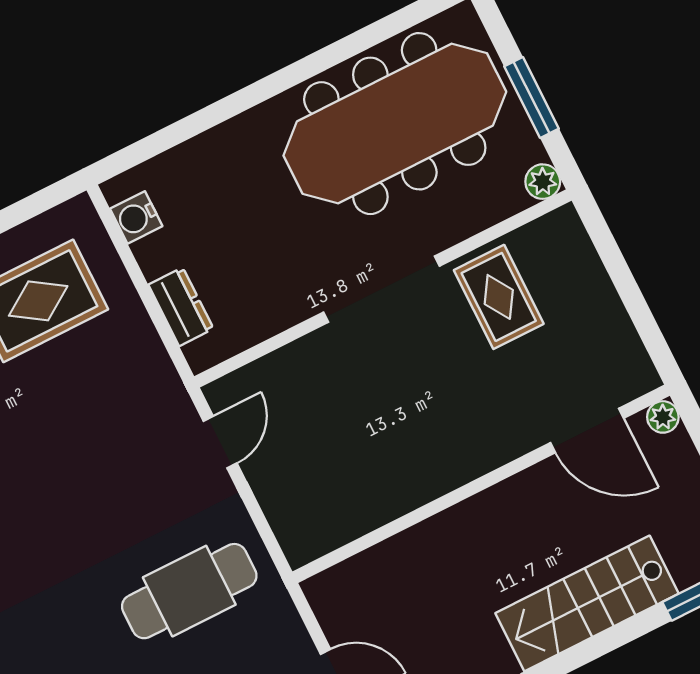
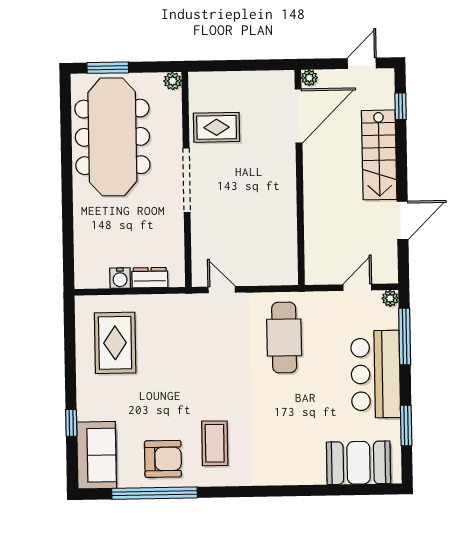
window: (532, 97) -> (108, 68), moved
water cooler: (136, 217) -> (120, 278), moved
door: (587, 430) -> (299, 116), width x1.36

